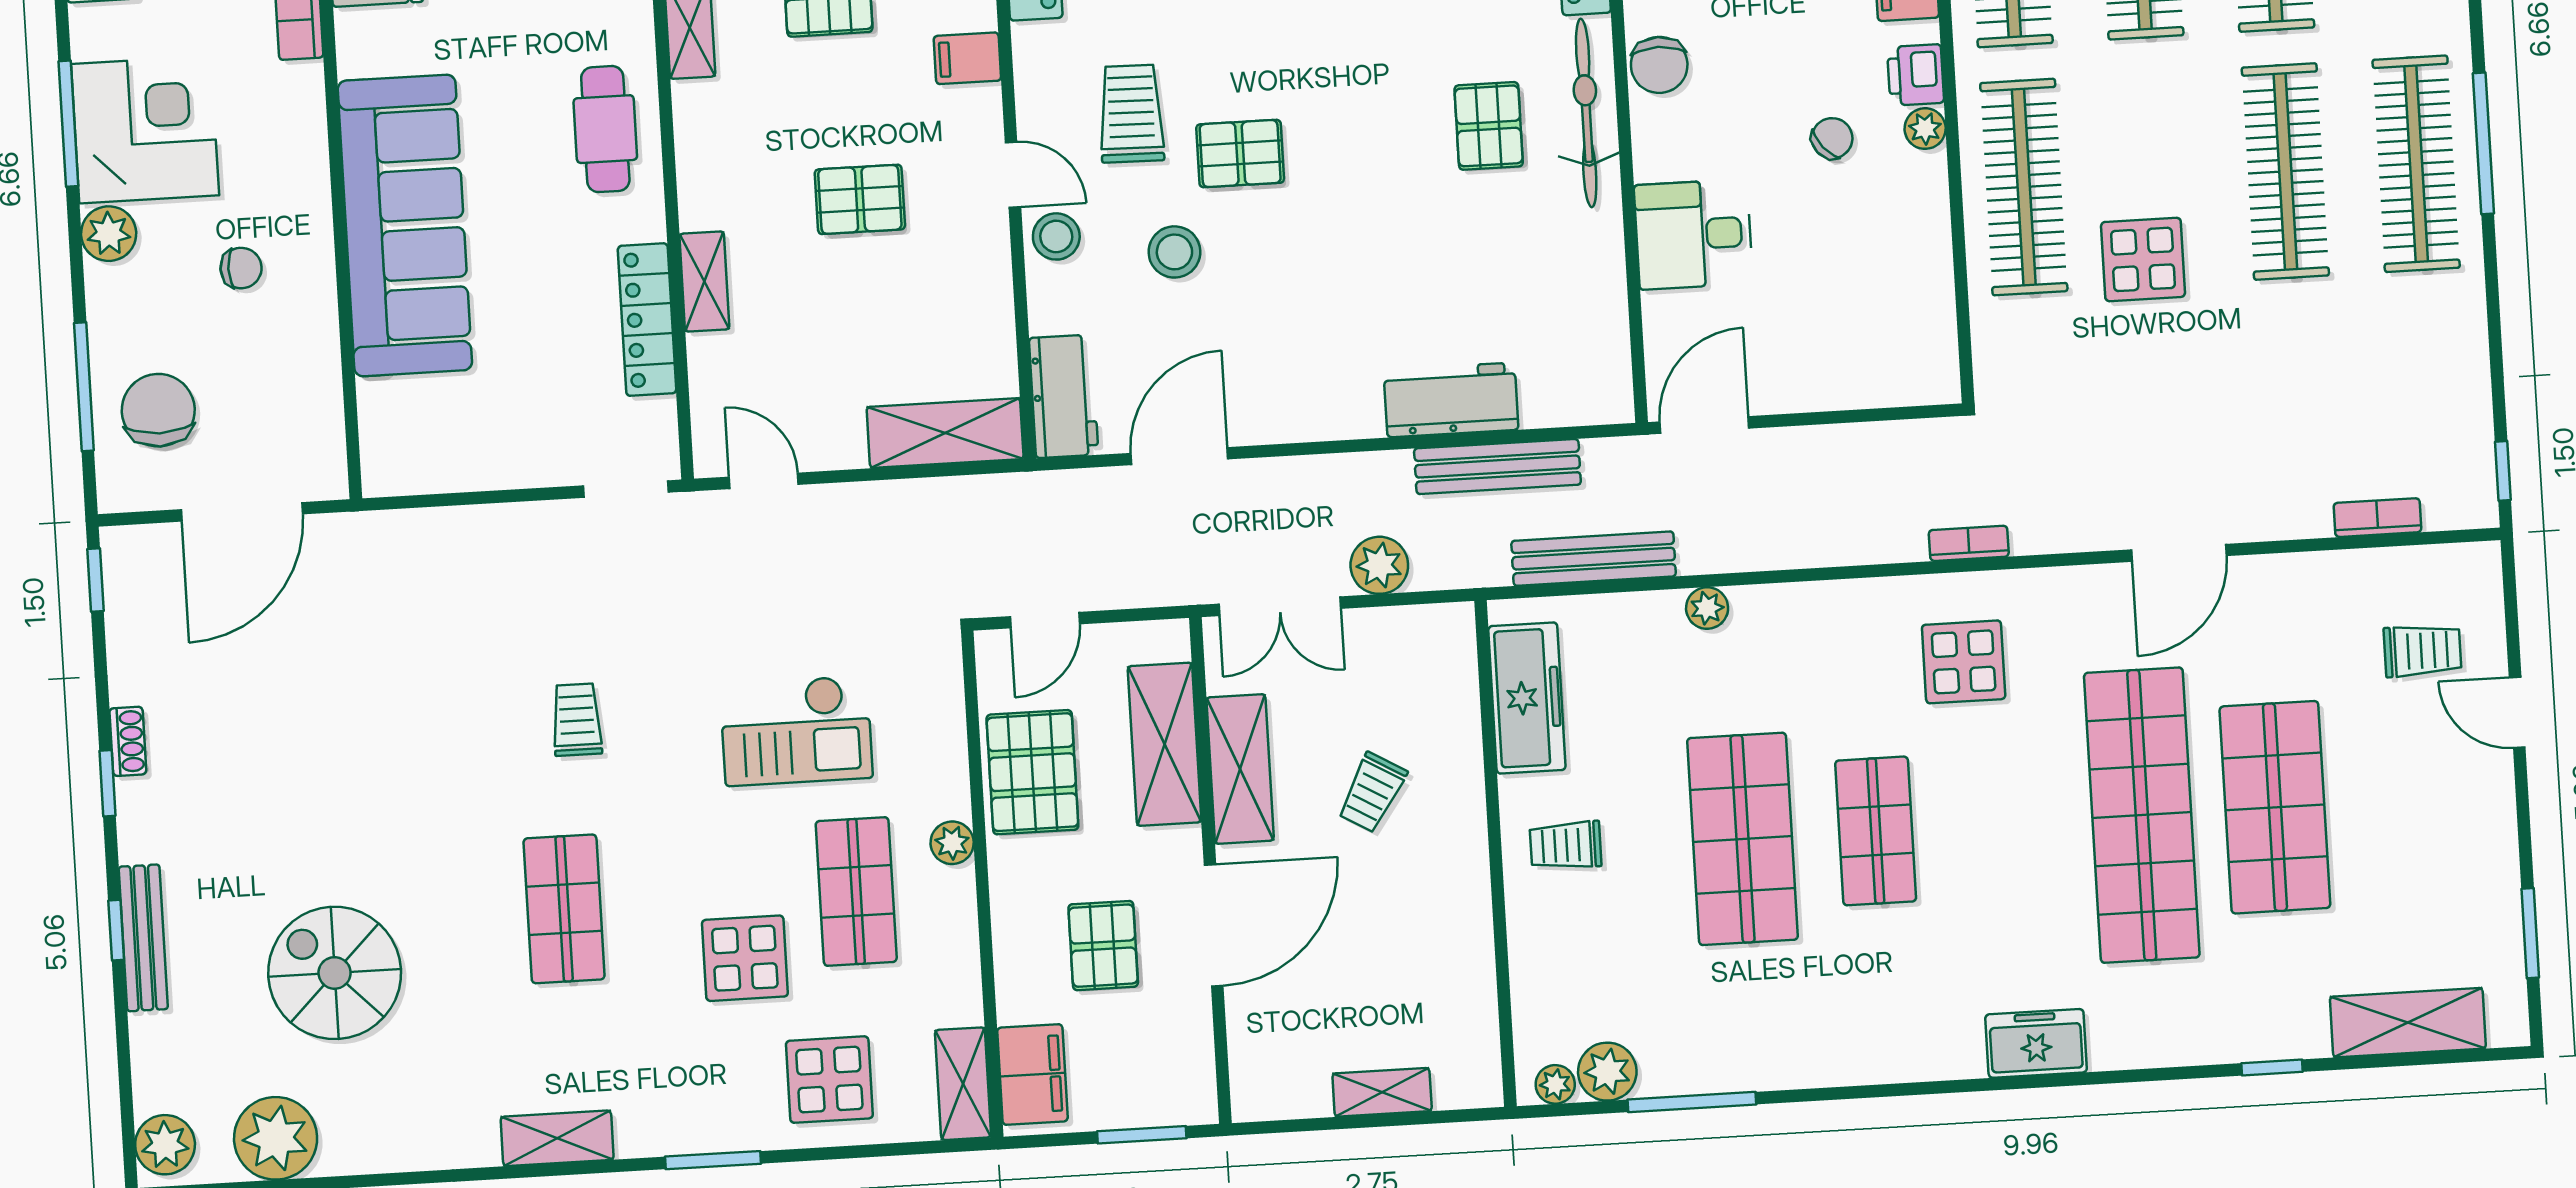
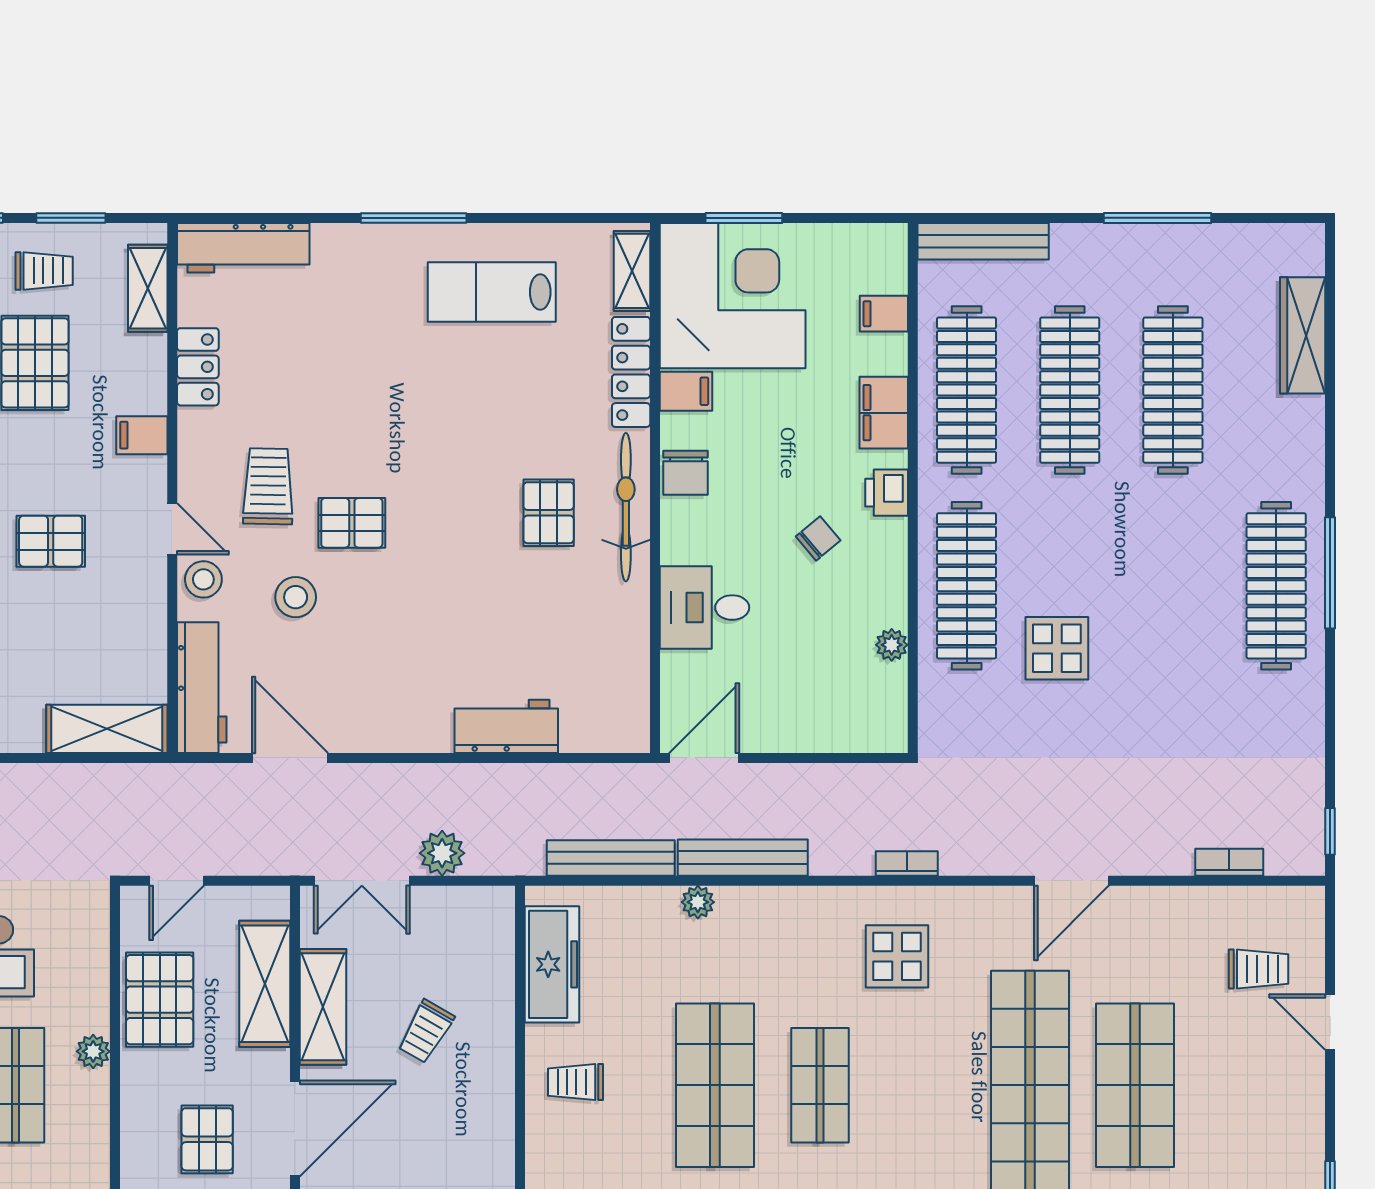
plant: (1925, 129) -> (892, 645), moved
clothes rail: (2285, 172) -> (1173, 586), removed
workbench: (1064, 396) -> (202, 688), width x1.38
door: (1179, 456) -> (290, 758), hinge flipped
bench: (1497, 467) -> (743, 858), moved

